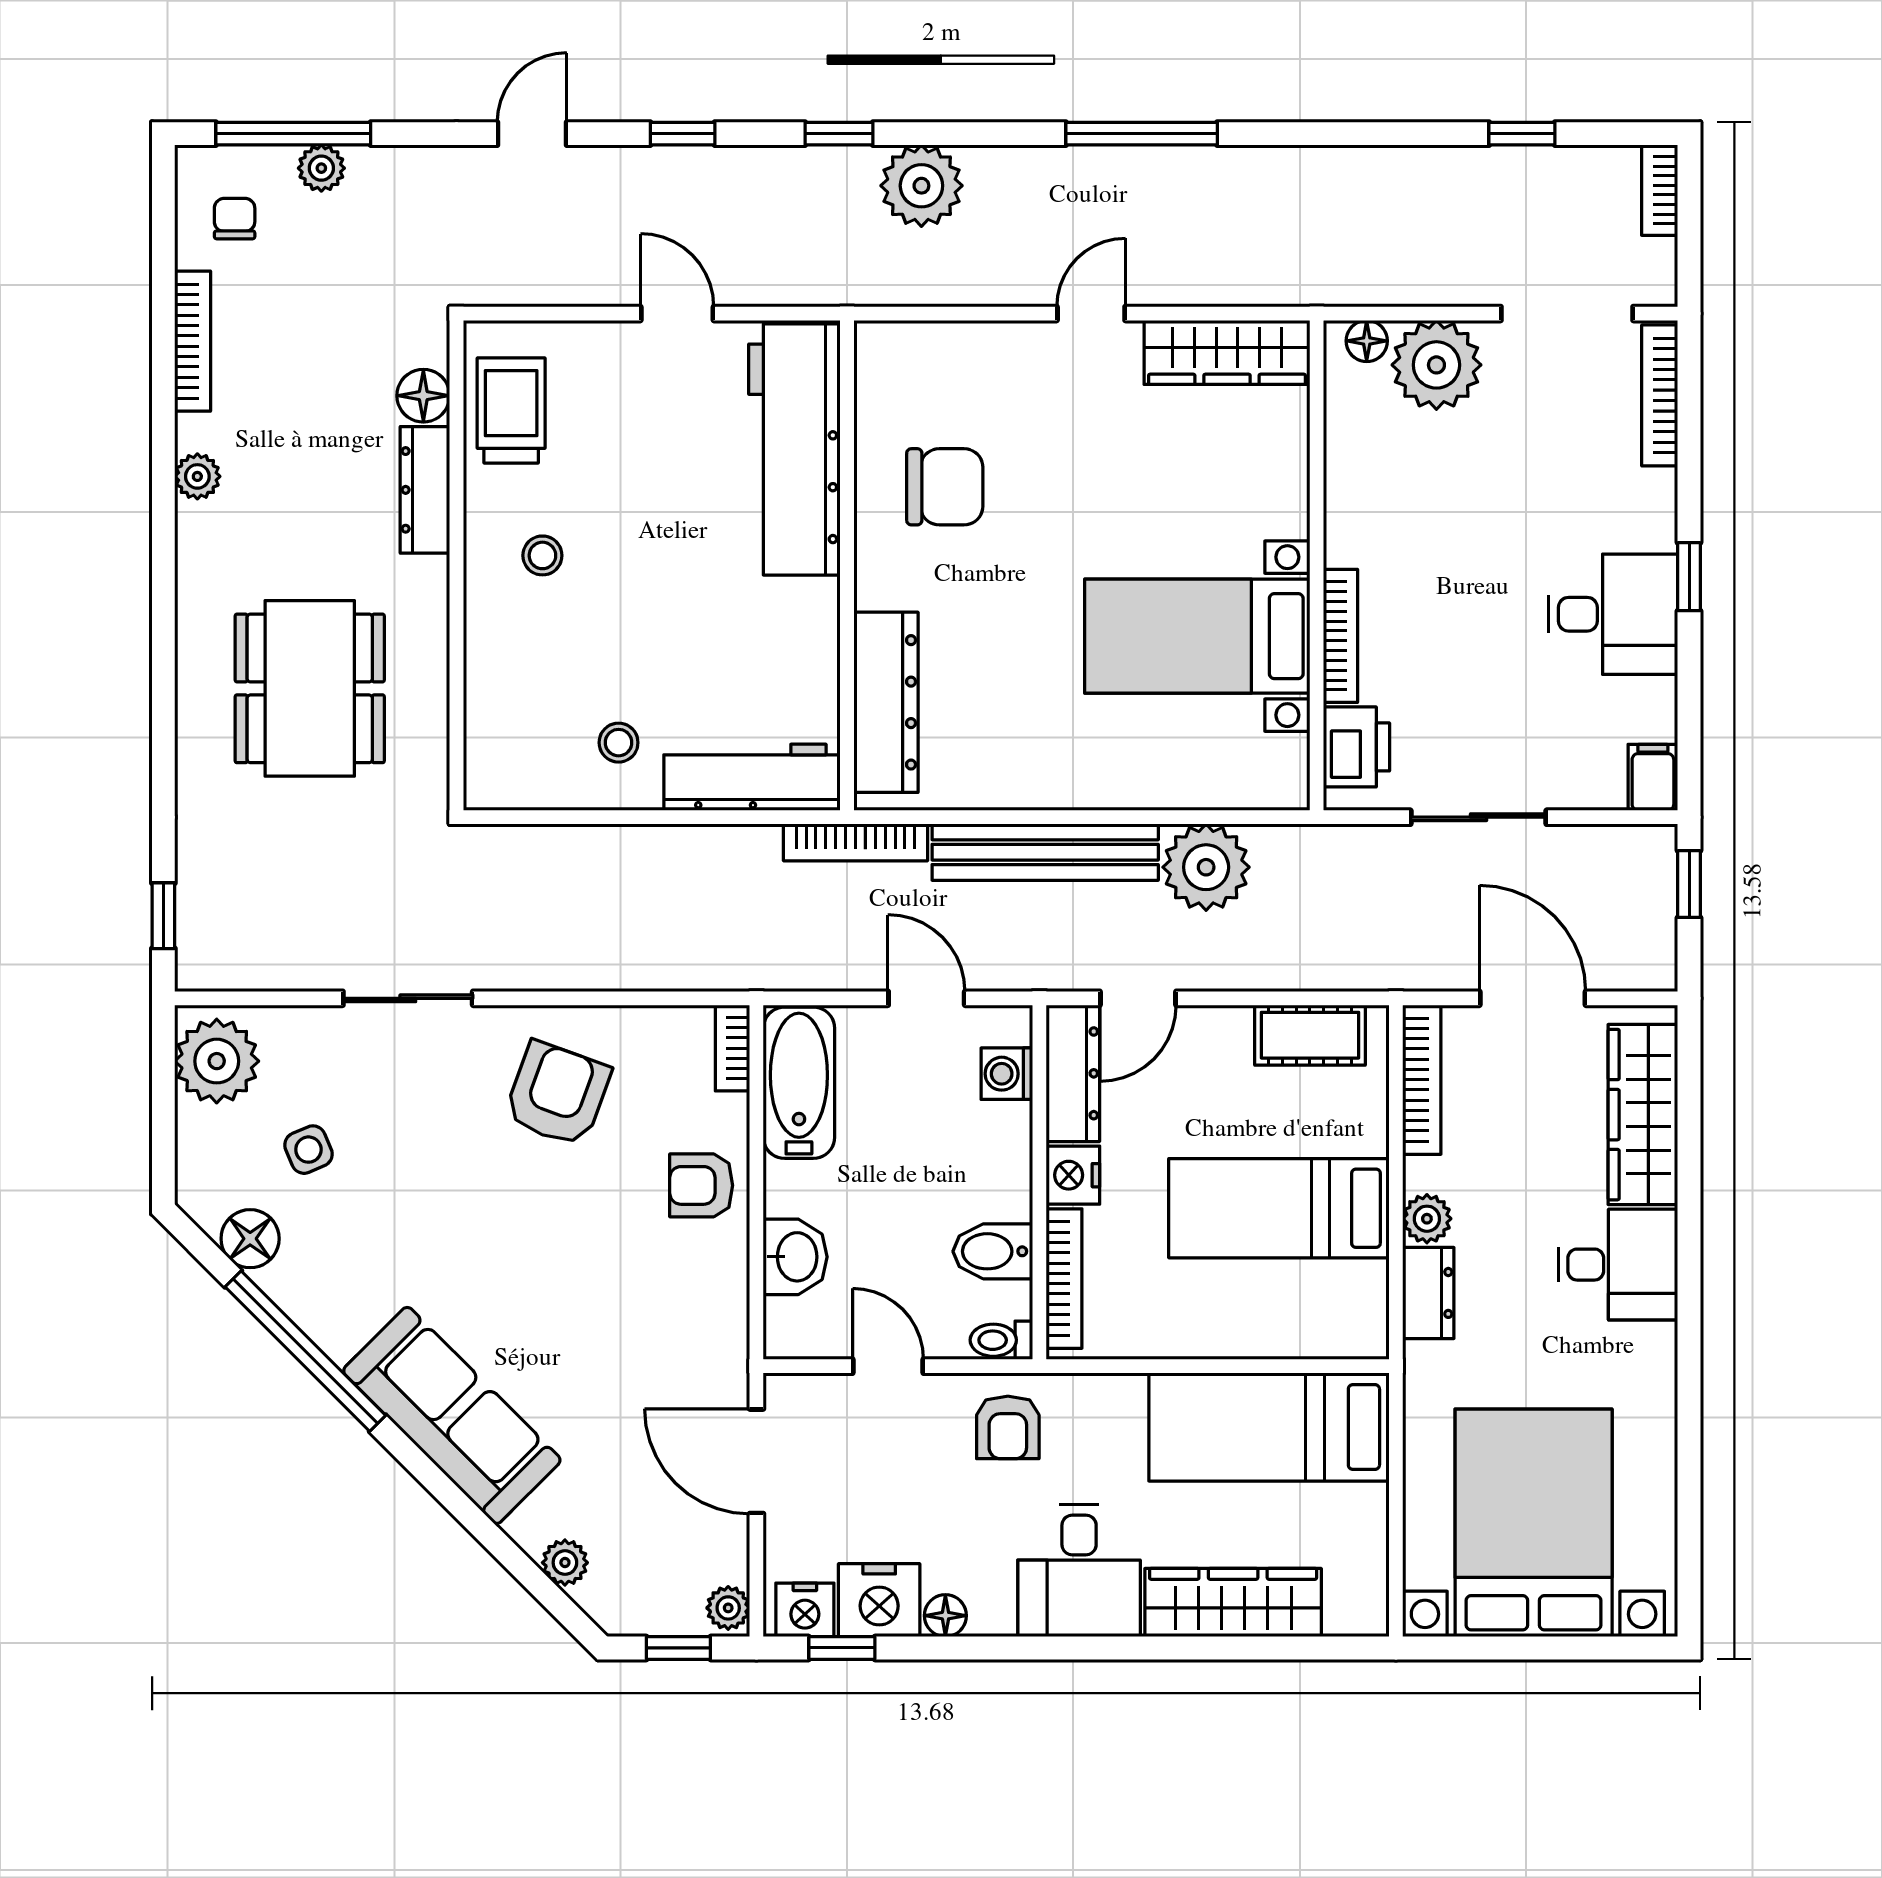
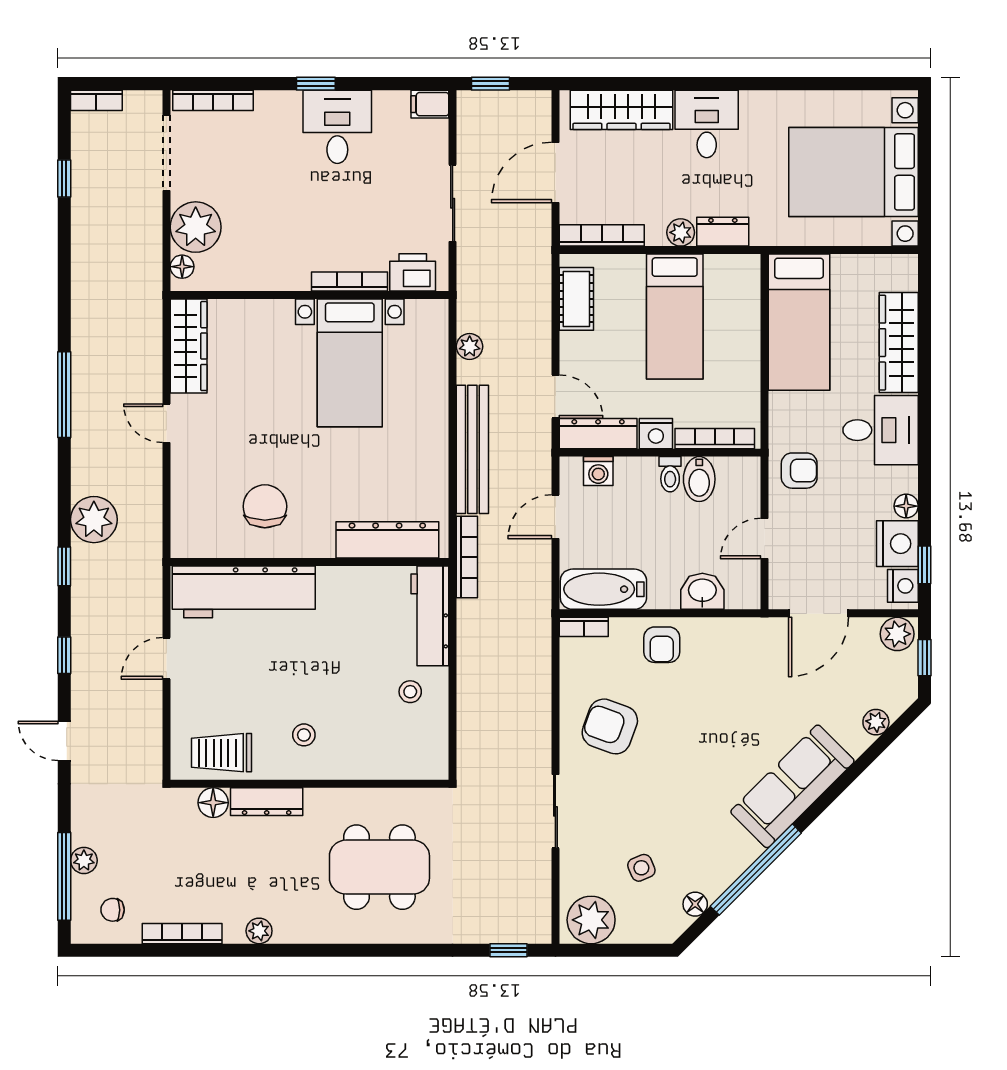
plant: (1206, 867) -> (470, 346), width x0.53, depth x0.53
floor lamp: (250, 1239) -> (695, 904), width x0.73, depth x0.73
toilet: (1001, 1340) -> (670, 474), moved
plant: (728, 1608) -> (897, 634), width x1.38, depth x1.38

